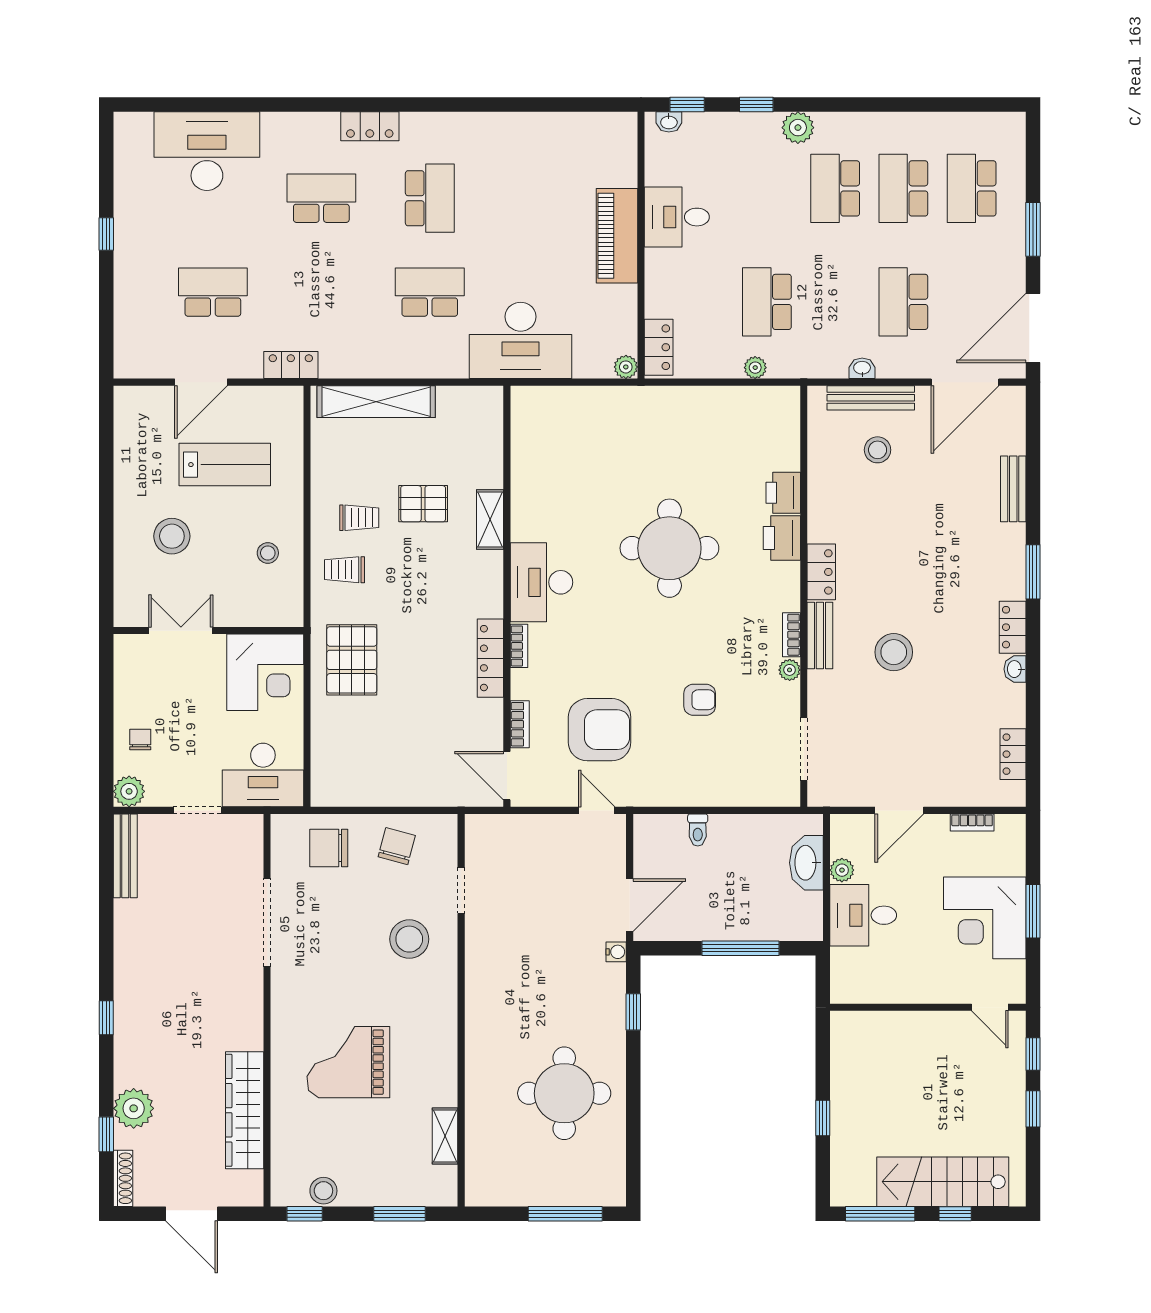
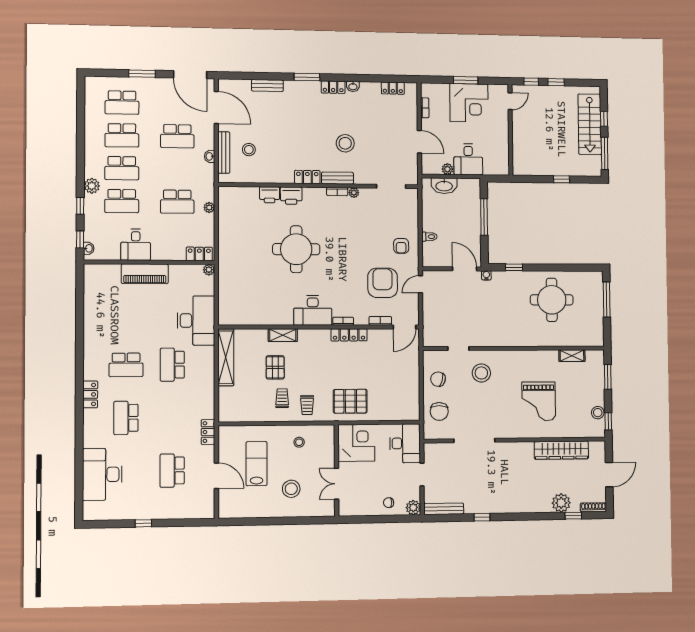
school desk: (767, 188) -> (122, 201), added
school desk: (430, 198) -> (126, 365), turned 180
shelving: (376, 402) -> (226, 357), moved
armchair: (700, 700) -> (401, 246), moved, turned 180
window: (106, 1018) -> (482, 517), moved

